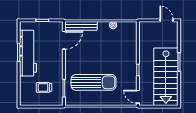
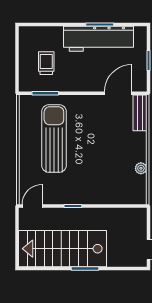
bench: (81, 26) -> (140, 113), width x0.73
door: (64, 40) -> (118, 93), swing flipped
sun lounger: (94, 82) -> (54, 139), turned 180

